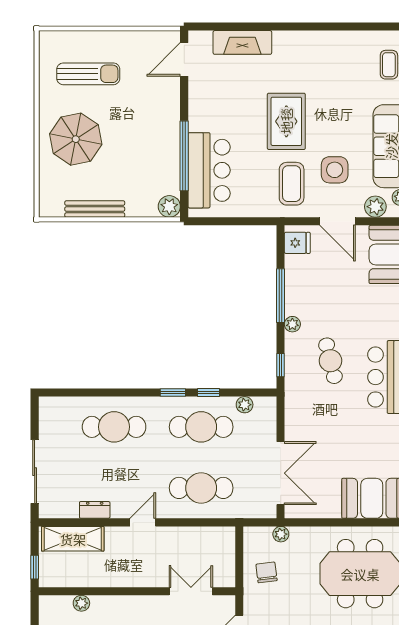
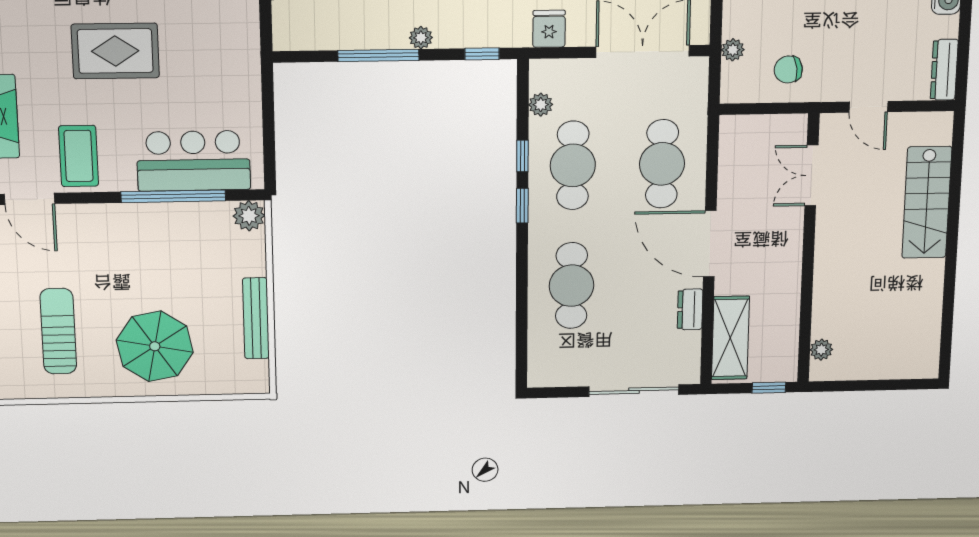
coffee table: (292, 184) -> (79, 156), moved, turned 90
fridge: (297, 243) -> (549, 29), moved
door: (143, 522) -> (710, 244), width x1.88
plant: (81, 603) -> (821, 350), moved

